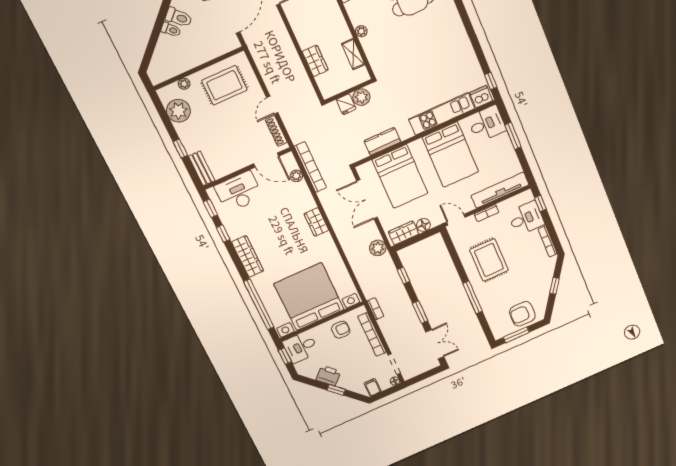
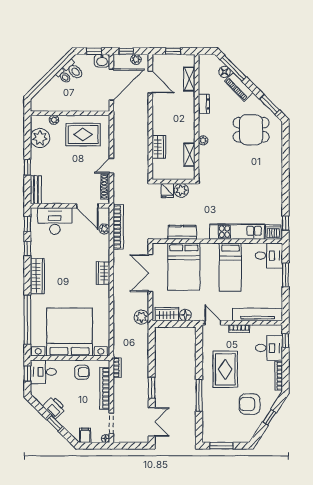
bed: (450, 155) -> (230, 267), width x0.67
window: (403, 276) -> (152, 350), removed
armchair: (522, 314) -> (250, 404), moved

